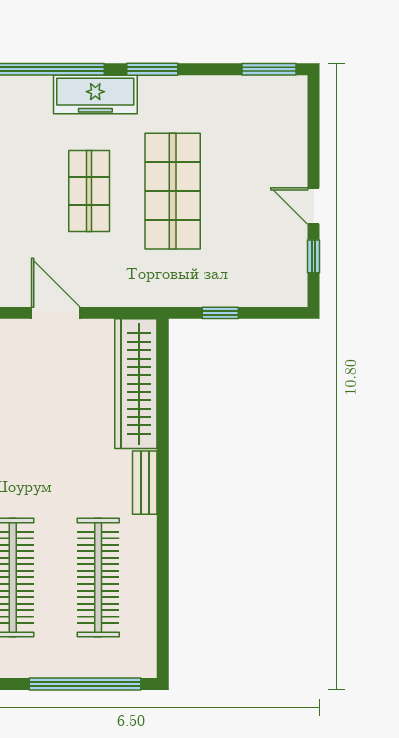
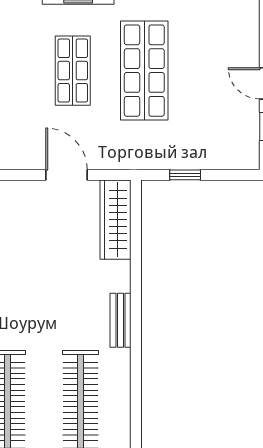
door: (56, 313) -> (66, 175), moved
wardrobe: (136, 384) -> (116, 220), width x0.71, depth x0.85

